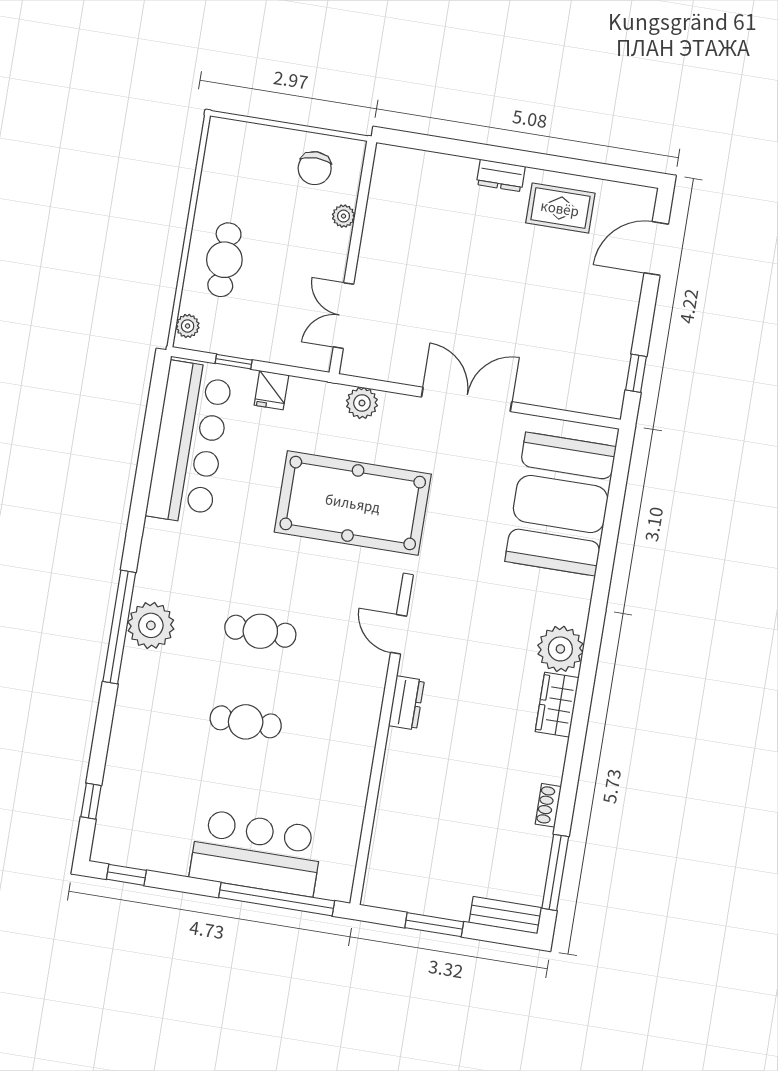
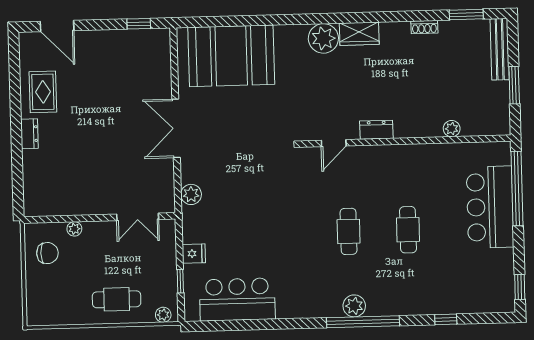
bar counter: (189, 443) -> (237, 299), width x0.73
pool table: (353, 503) -> (256, 188), removed
plant: (151, 625) -> (354, 306), width x0.73, depth x0.73
window: (91, 801) -> (446, 319), moved
plant: (386, 817) -> (452, 129), added
window: (555, 872) -> (466, 15), width x0.69
bench: (505, 915) -> (500, 49), width x1.36

